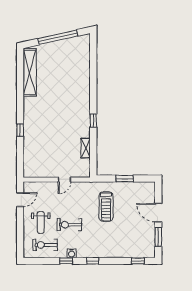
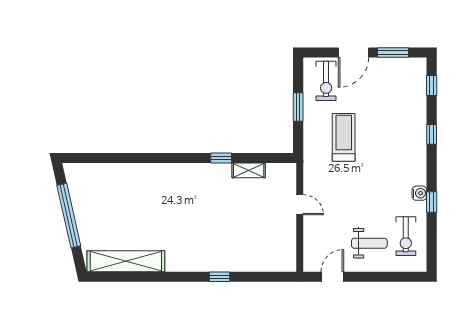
window: (93, 121) -> (221, 158), moved
door: (20, 200) -> (332, 277), hinge flipped
treadmill: (106, 207) -> (344, 137), turned -90
exercise bike: (69, 225) -> (326, 81), moved
window: (93, 261) -> (432, 134), moved

